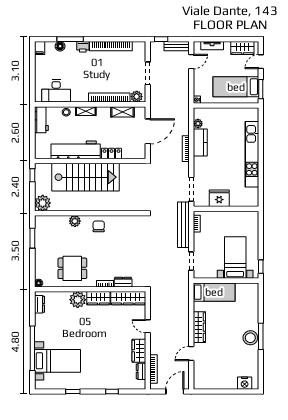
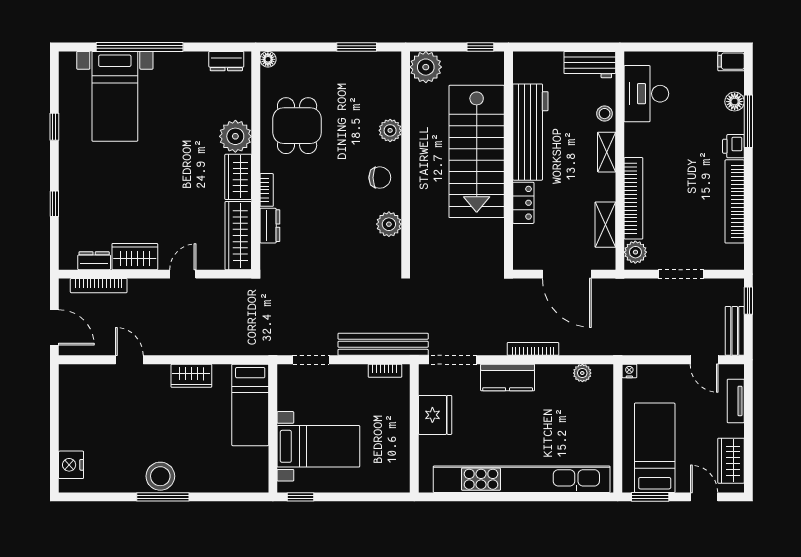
kitchen counter: (200, 143) -> (508, 377), moved
kitchen unit: (252, 154) -> (522, 479), width x1.36
plant: (122, 222) -> (389, 224), added
wardrobe: (199, 327) -> (191, 376), width x0.67

